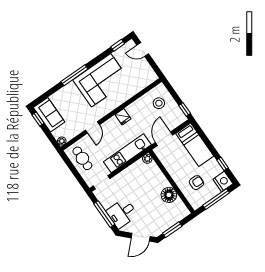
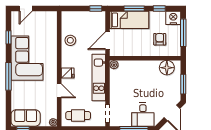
window: (118, 45) -> (9, 37), moved
stool: (159, 103) -> (70, 40), moved
fridge: (123, 117) -> (68, 73), moved
door: (164, 139) -> (107, 41), hinge flipped
window: (208, 142) -> (134, 9), added
floor lamp: (169, 195) -> (167, 68), moved

